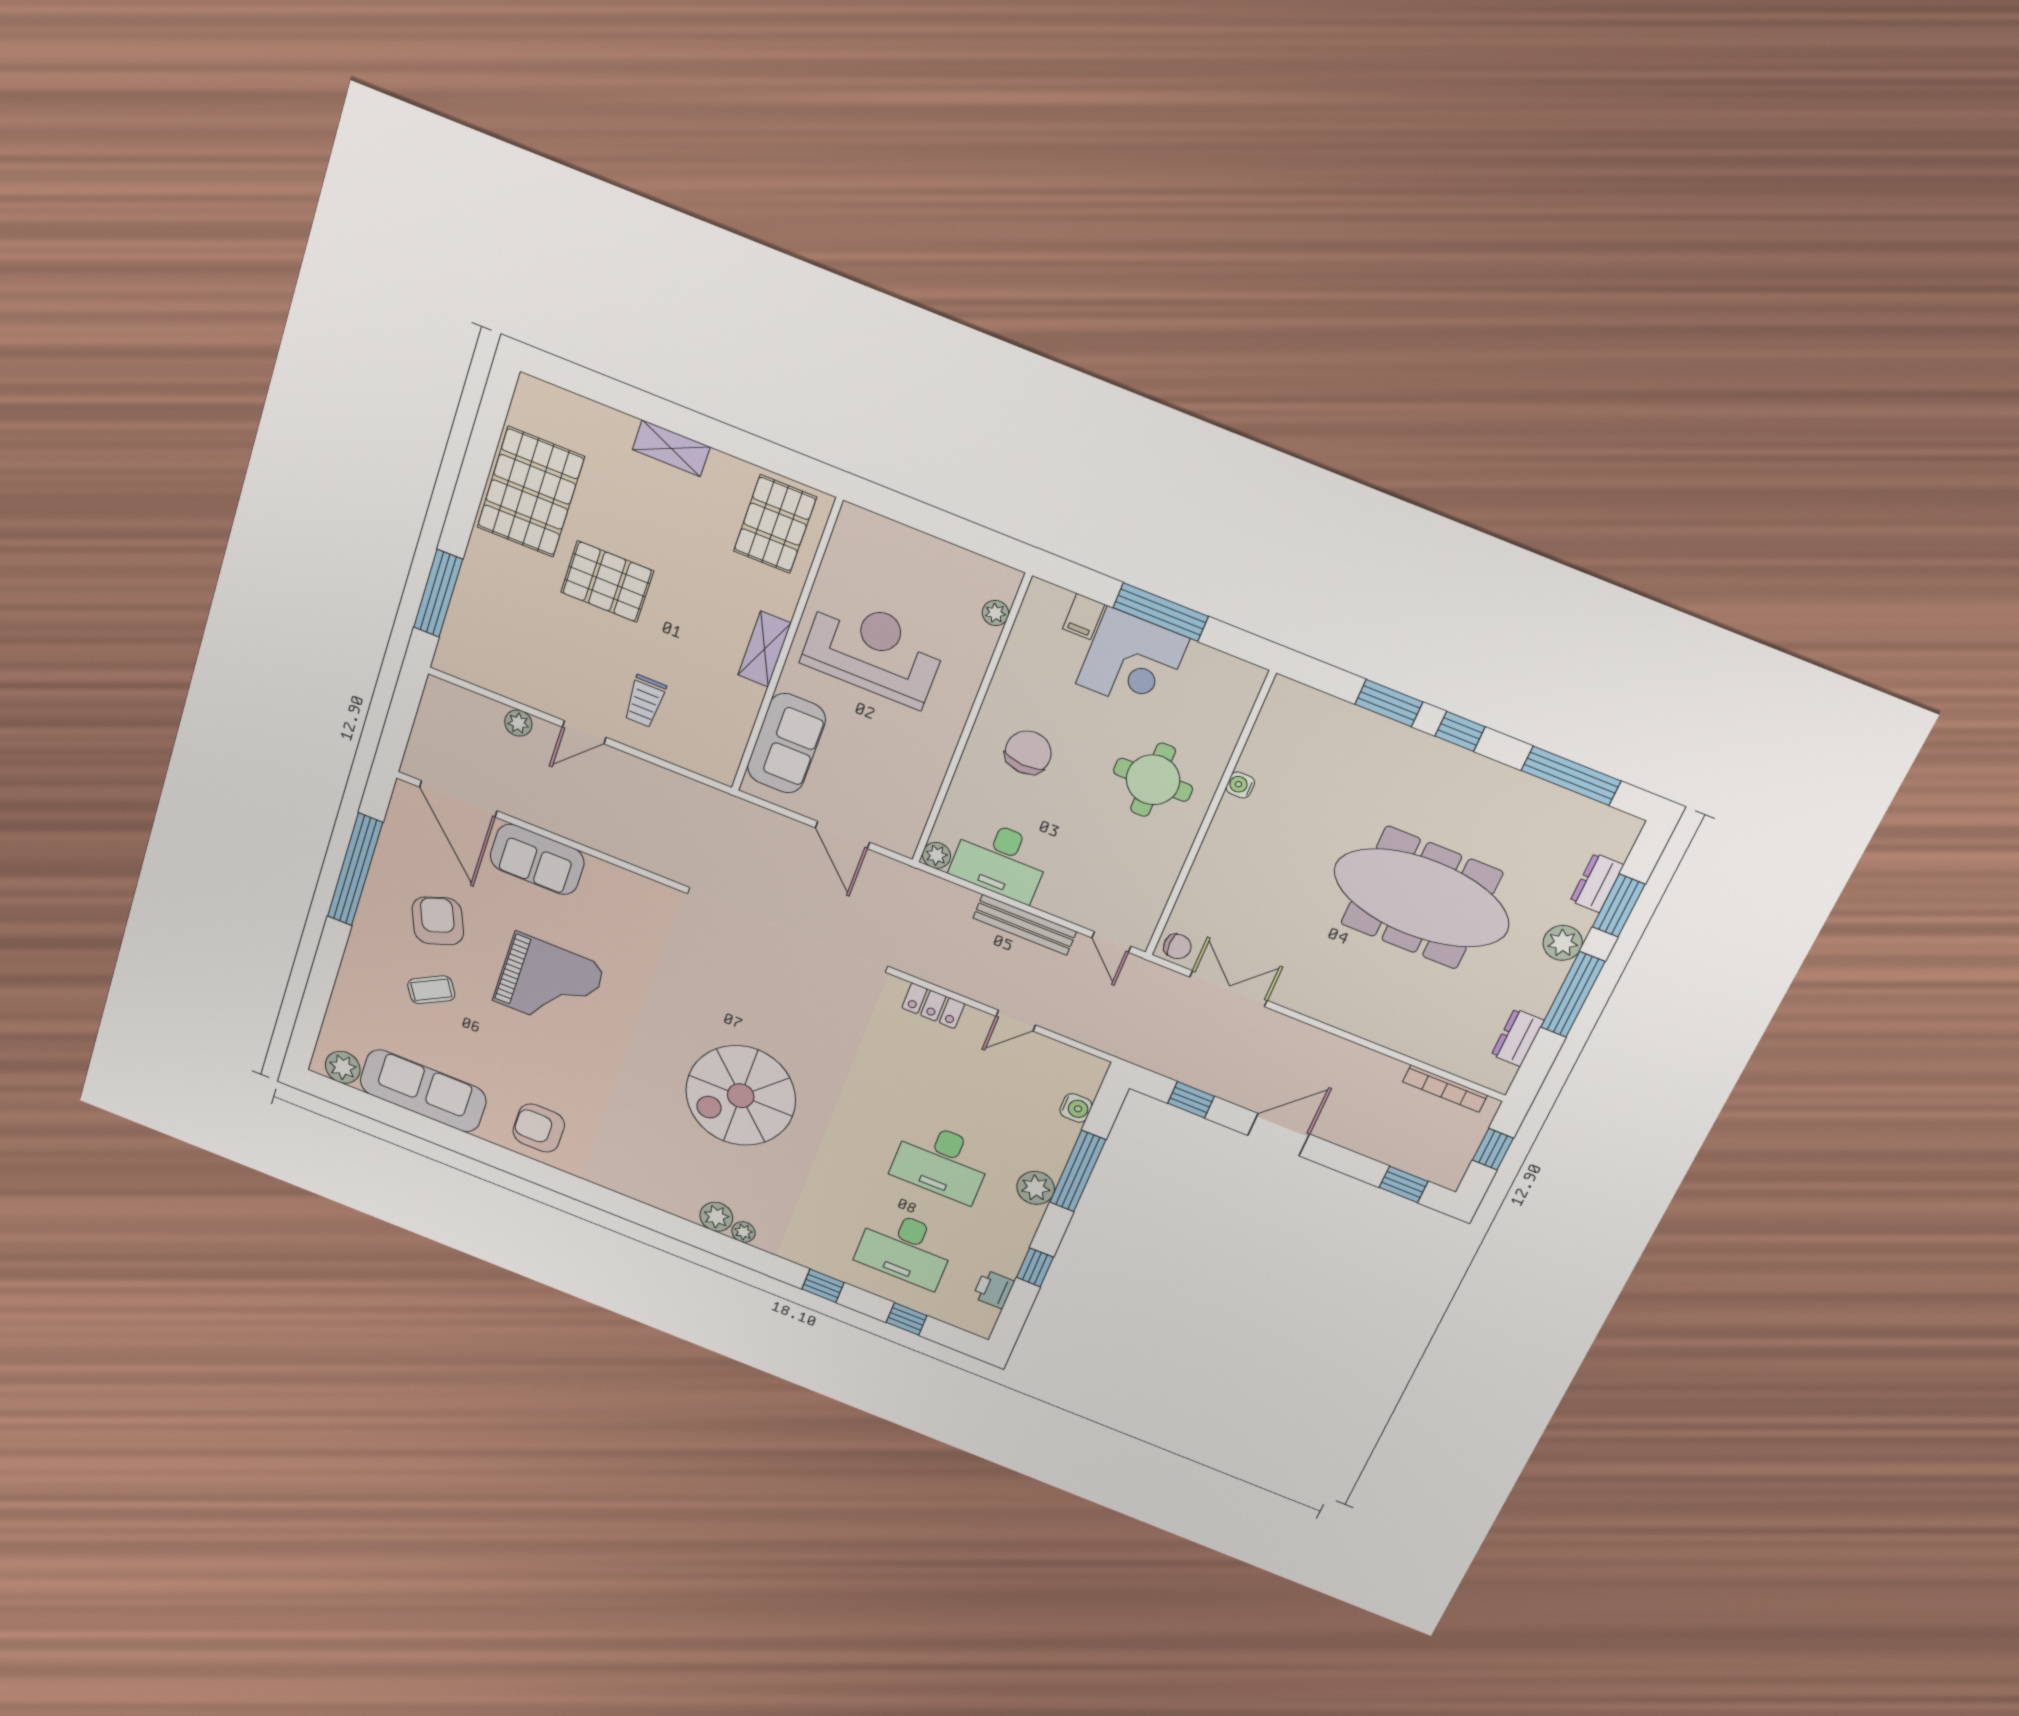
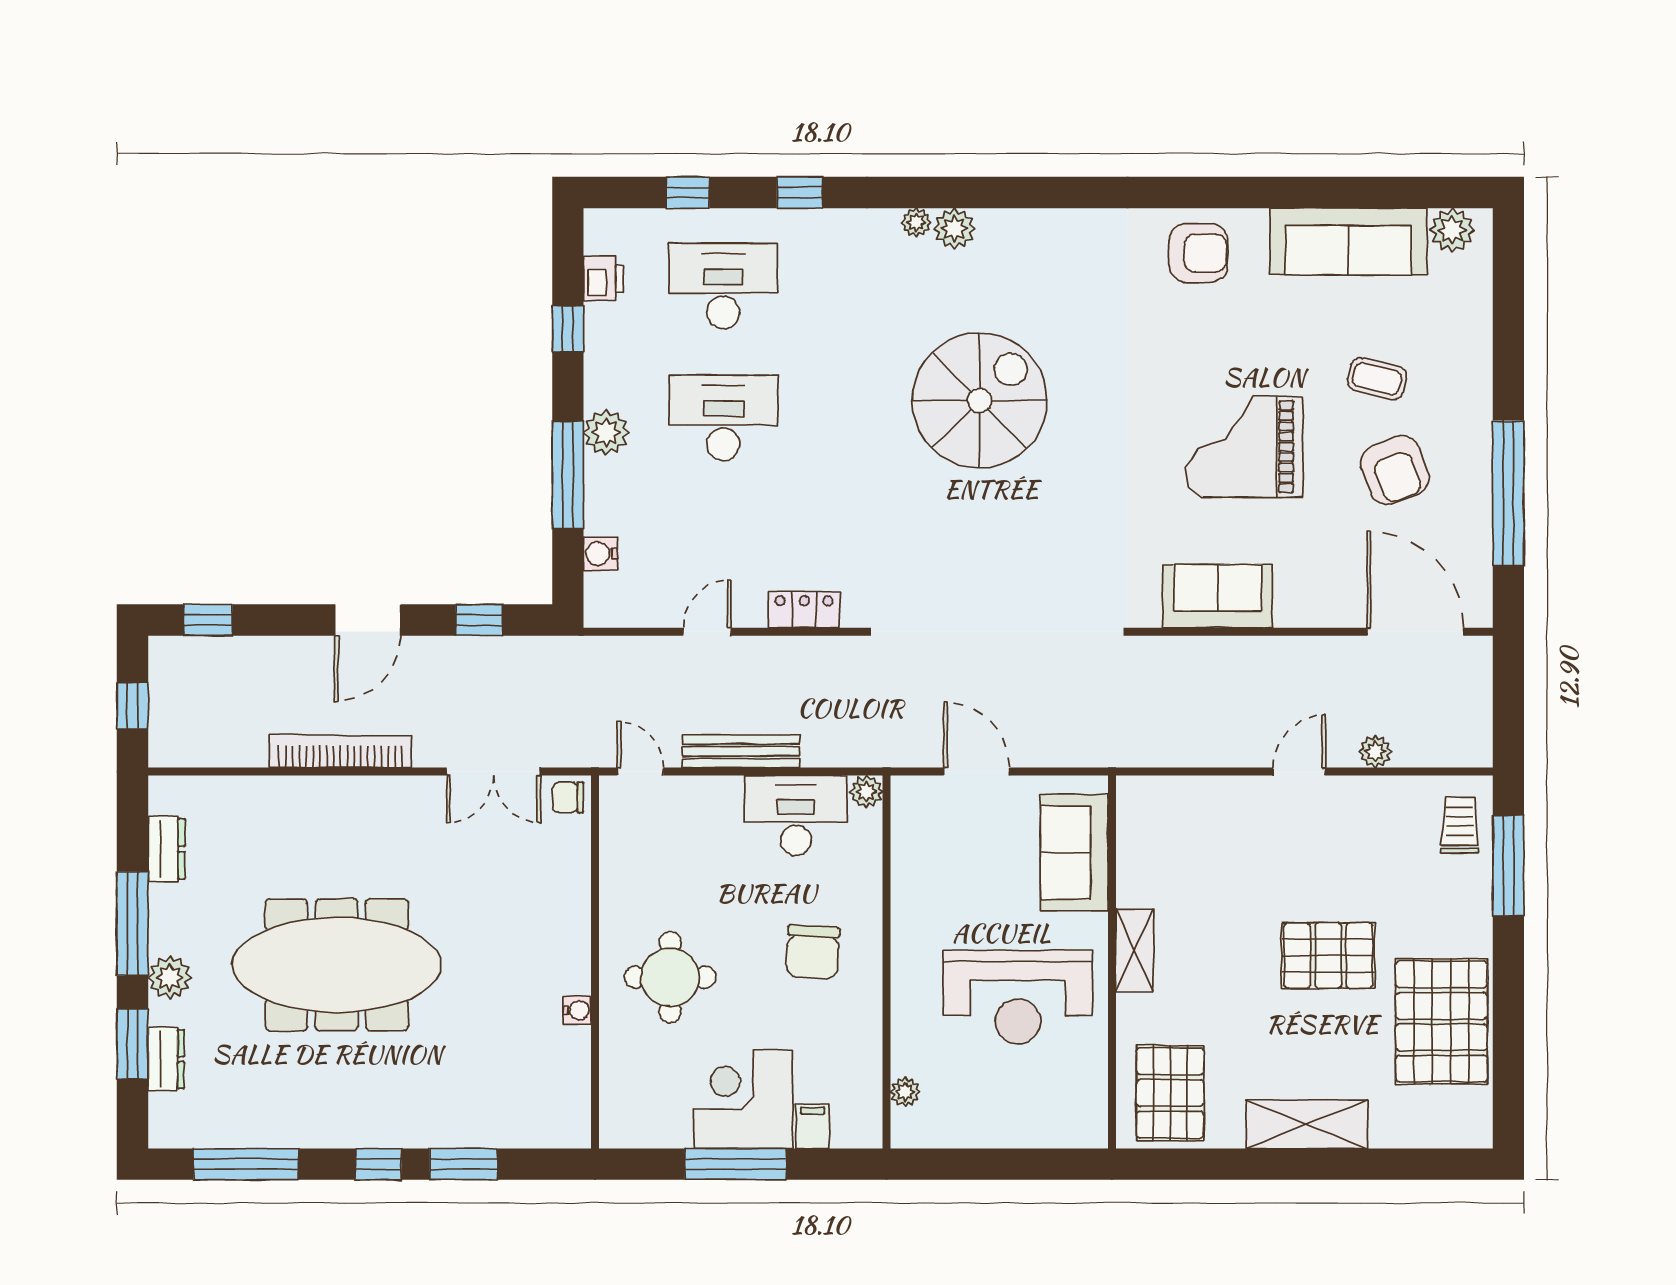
shelving: (671, 448) -> (1307, 1124), width x1.50, depth x1.33
trolley: (645, 701) -> (1460, 825), moved
sofa: (537, 859) -> (1217, 596), moved
coffee table: (431, 990) -> (1377, 379), turned 44
bookcase: (1445, 1089) -> (341, 752), moved, width x1.48, depth x1.31

